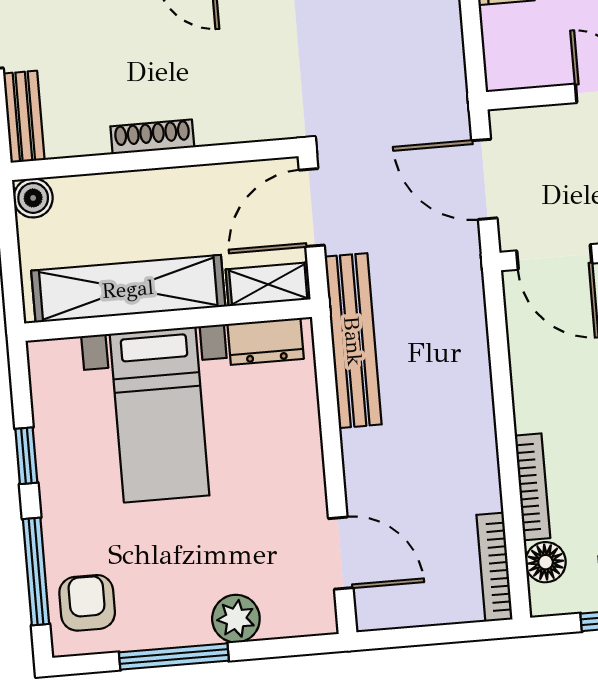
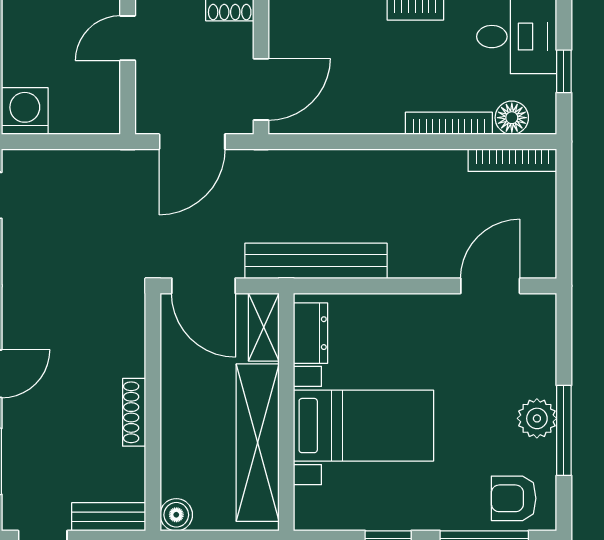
plant: (236, 619) -> (537, 418), moved

